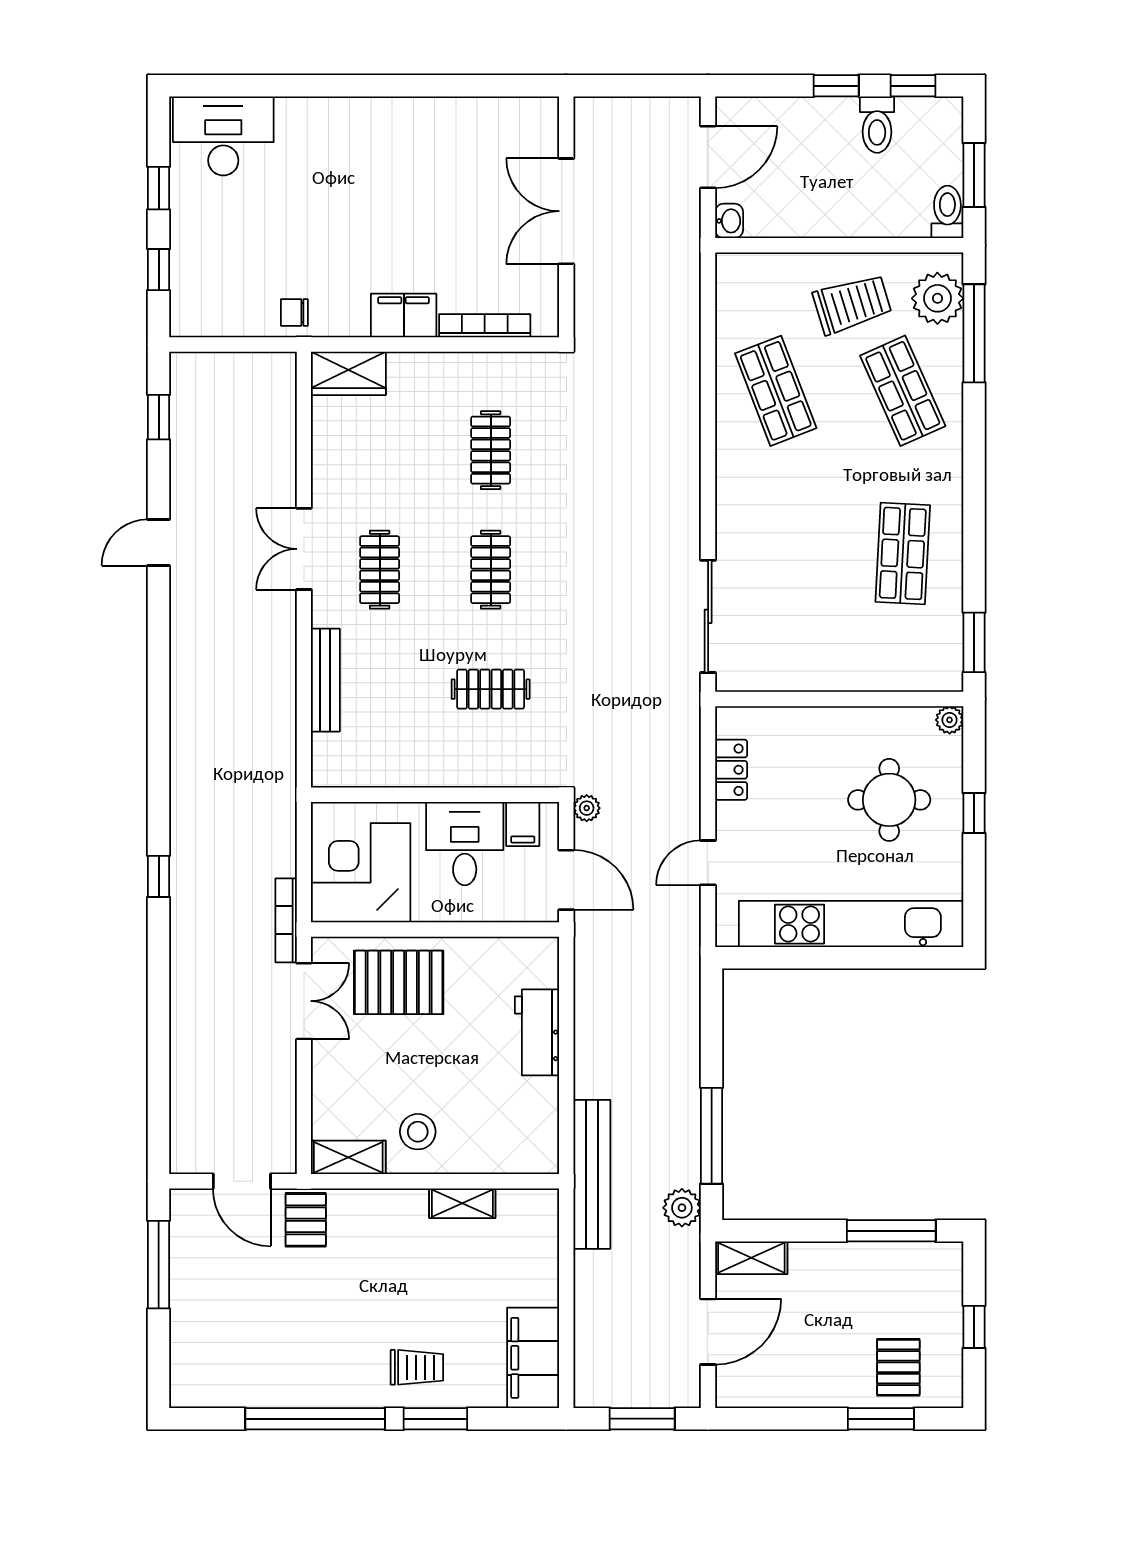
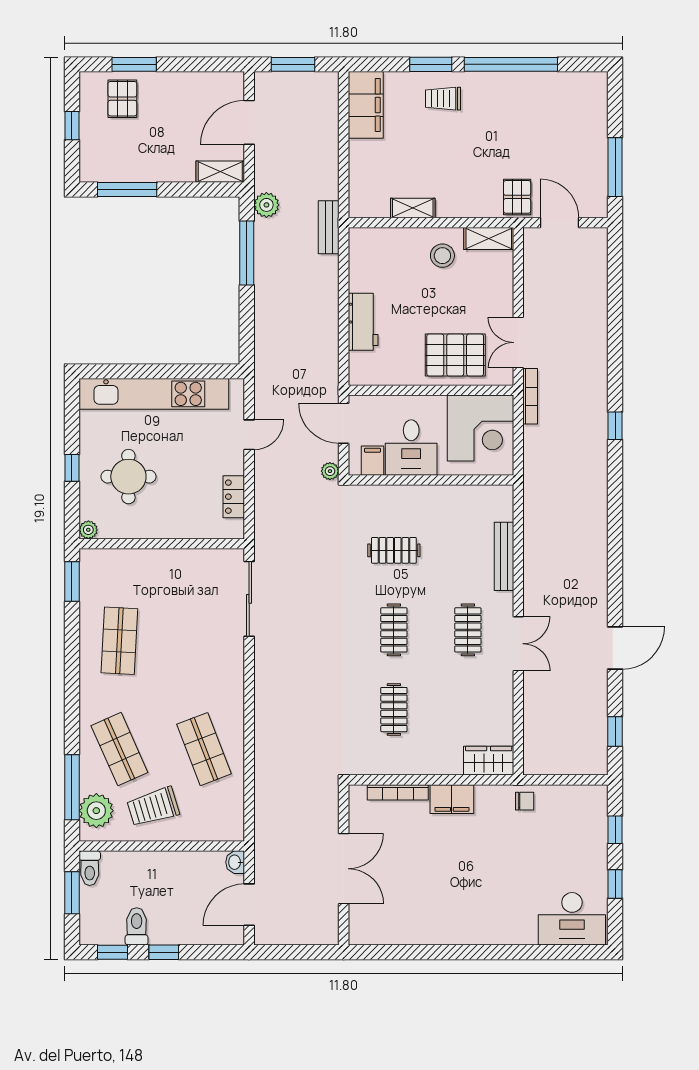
door: (159, 543) -> (615, 648), width x1.38
bench: (592, 1174) -> (329, 227), width x0.54, depth x0.82

